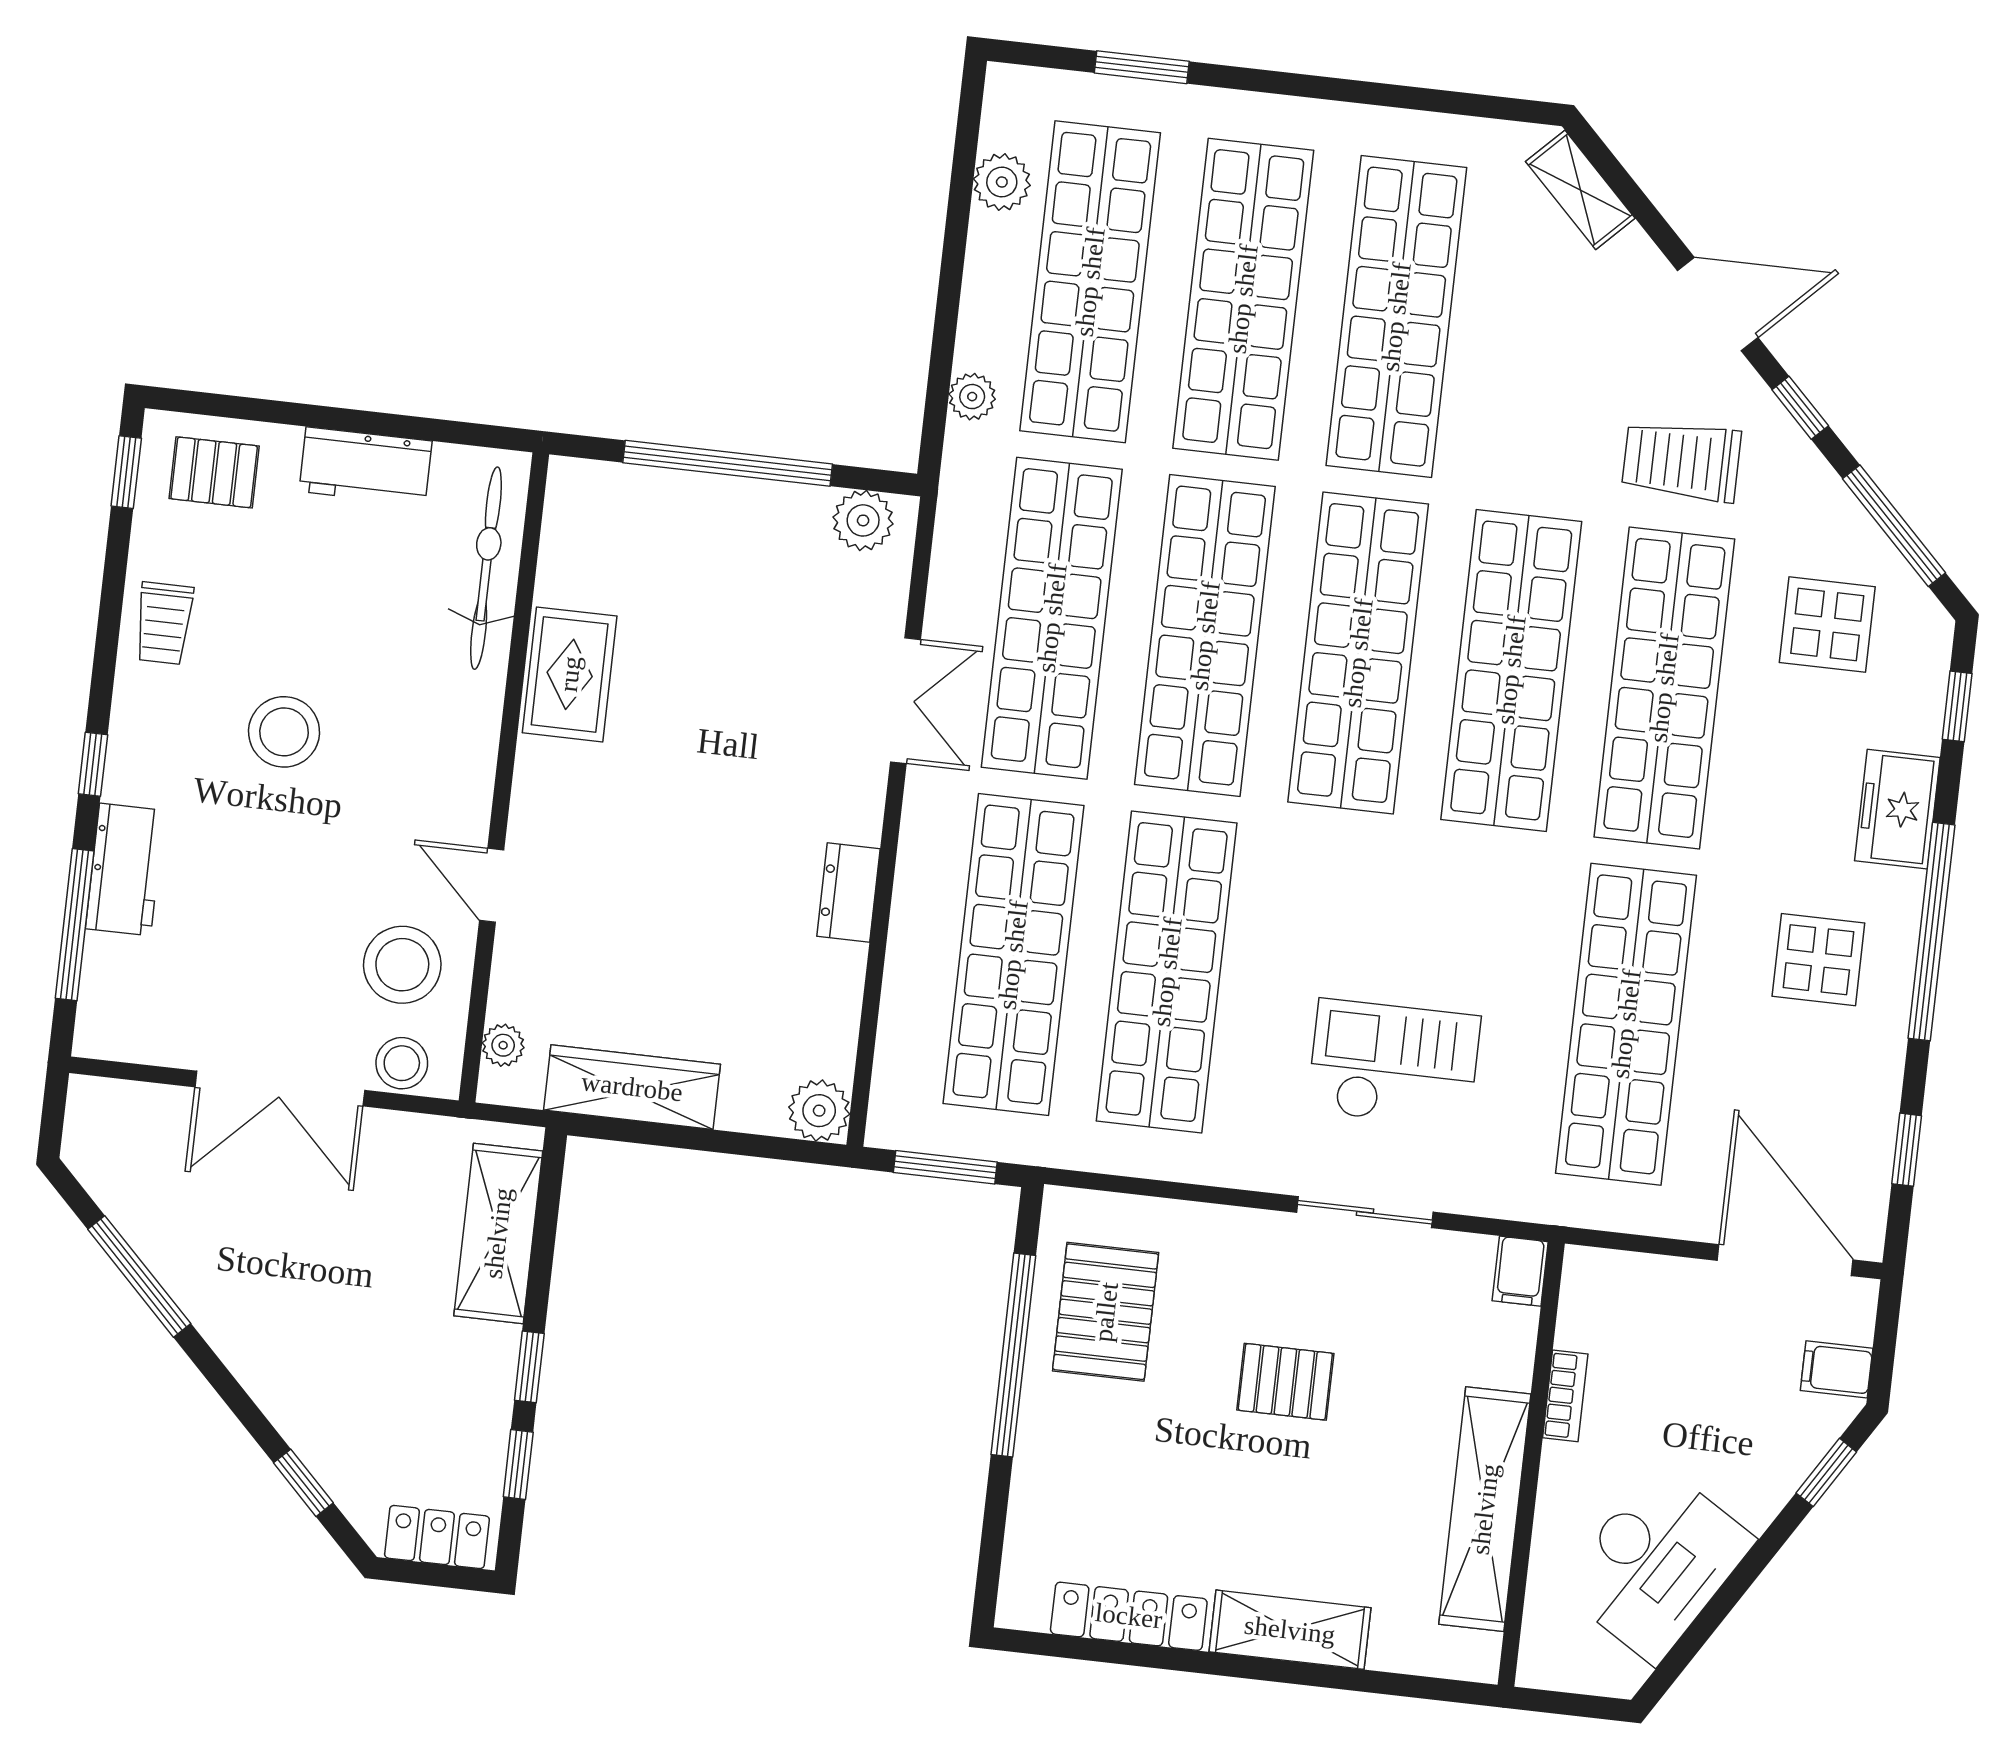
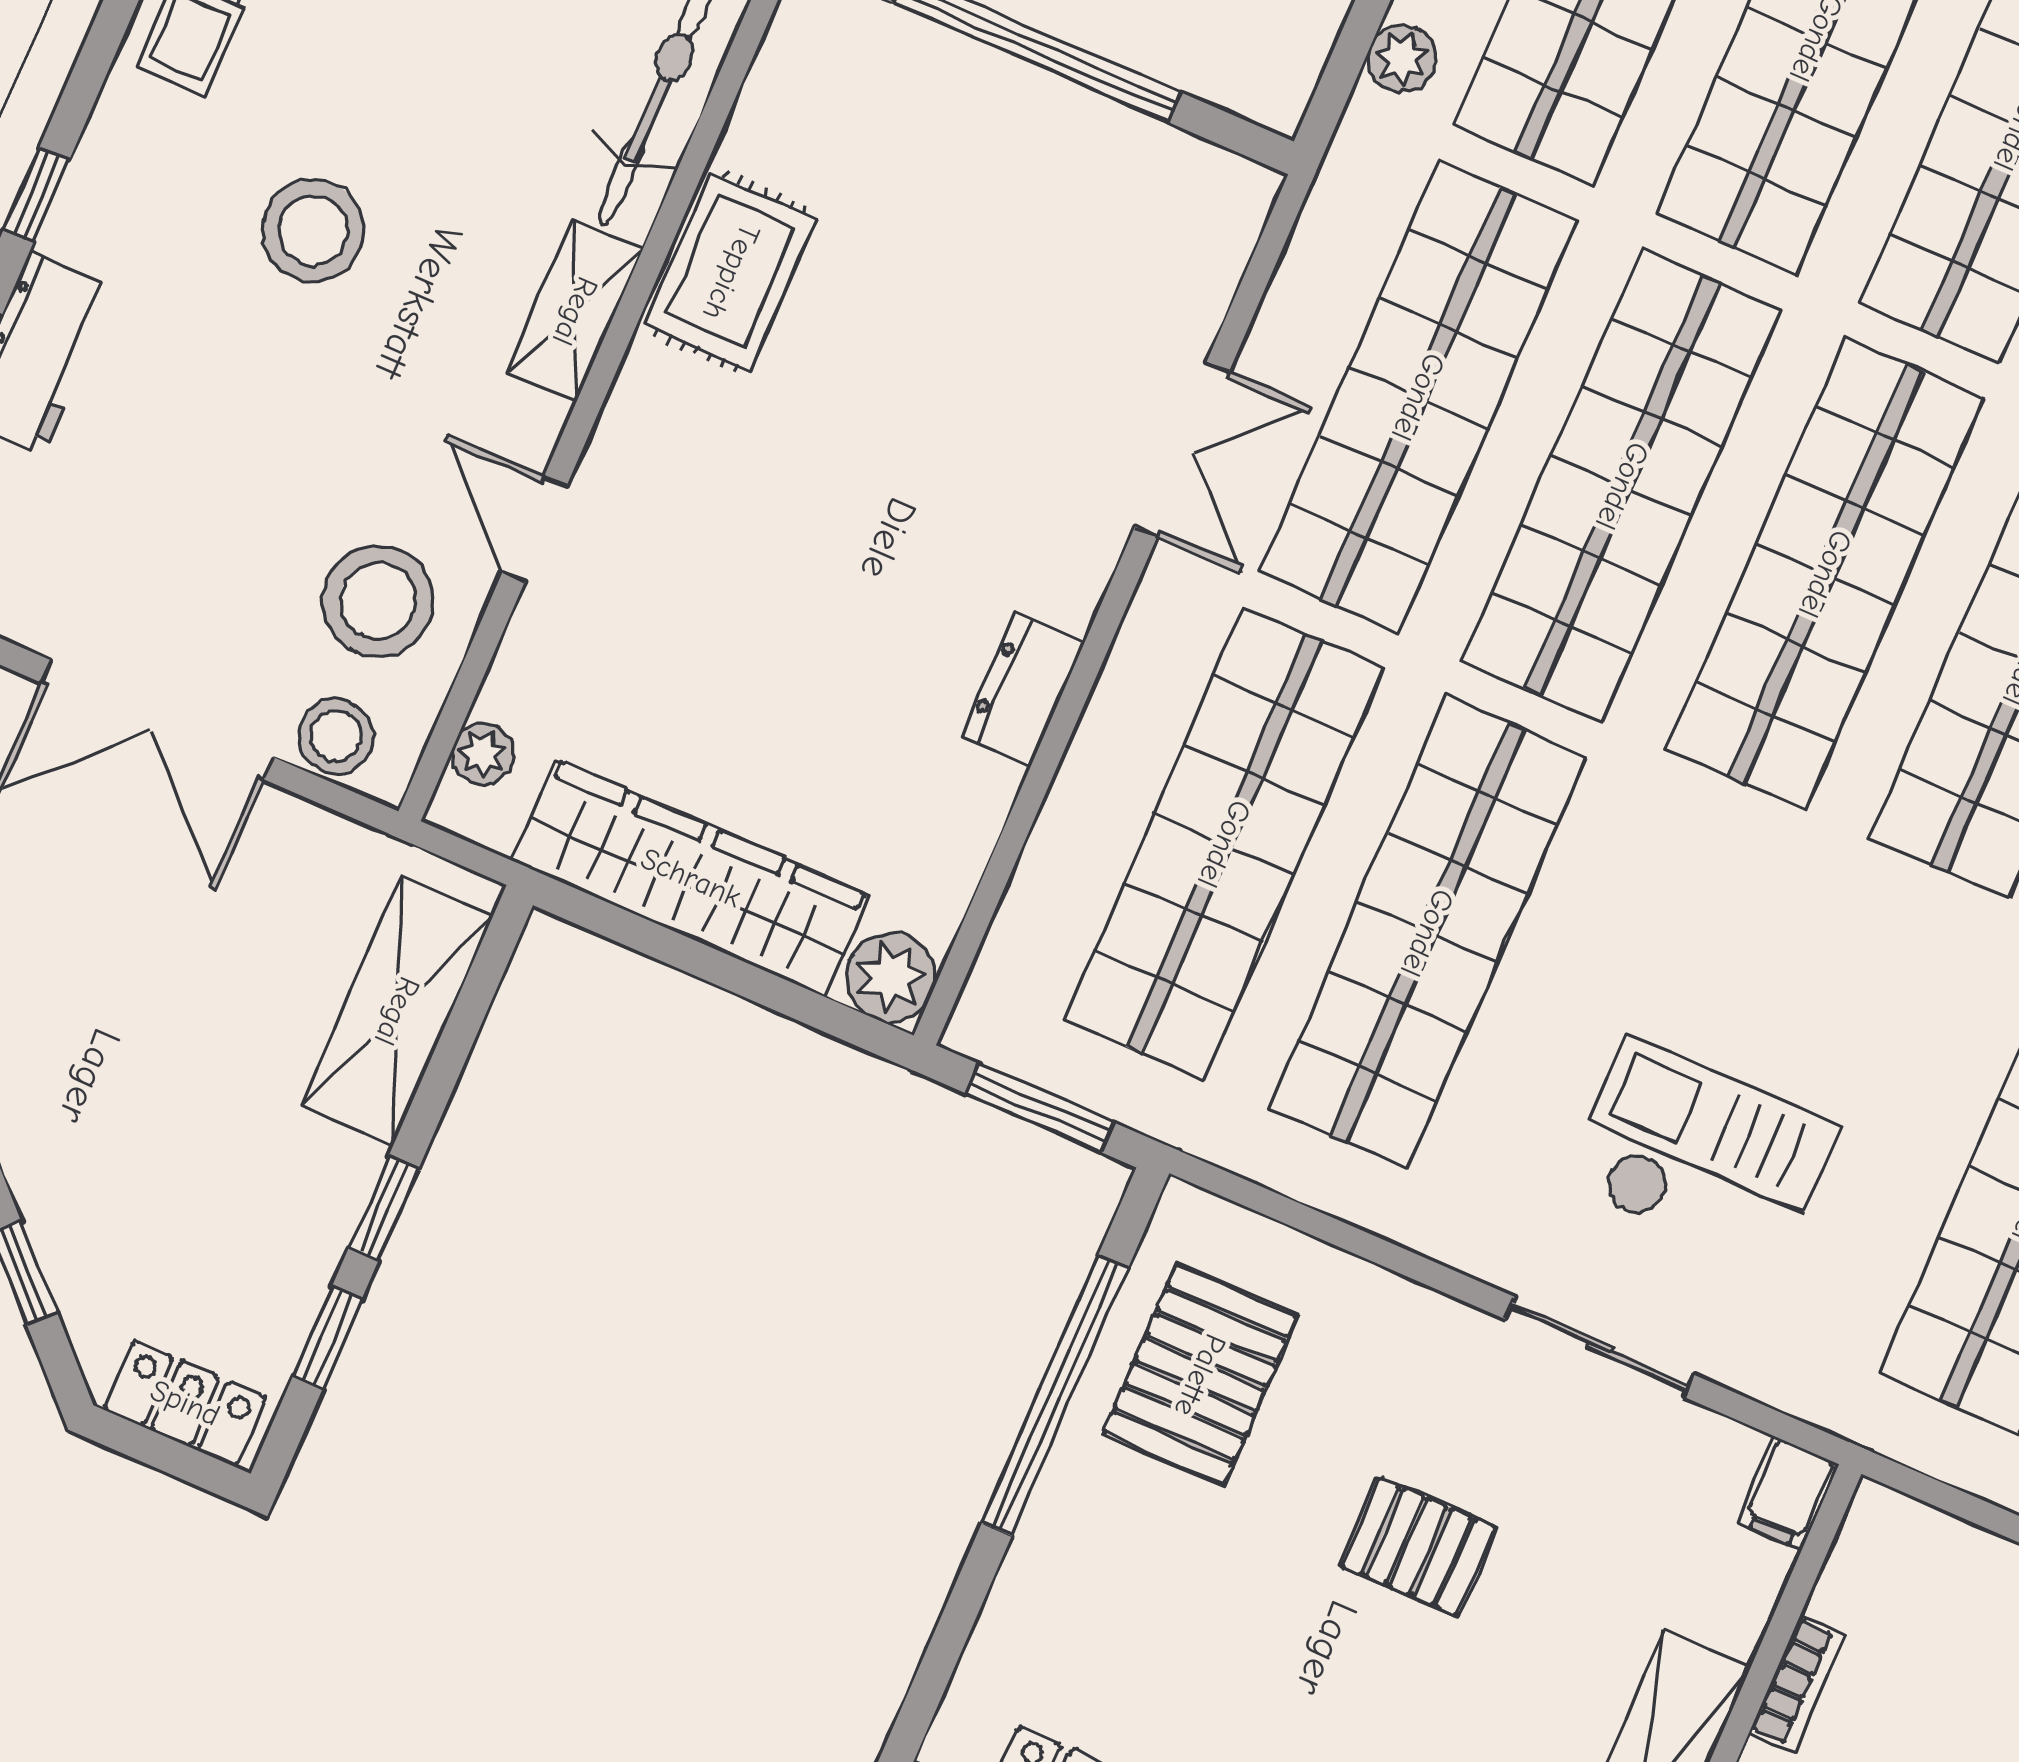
plant: (863, 520) -> (1199, 183), removed
shelving: (474, 732) -> (575, 311), added
wardrobe: (632, 1087) -> (691, 878), width x1.40, depth x1.17

